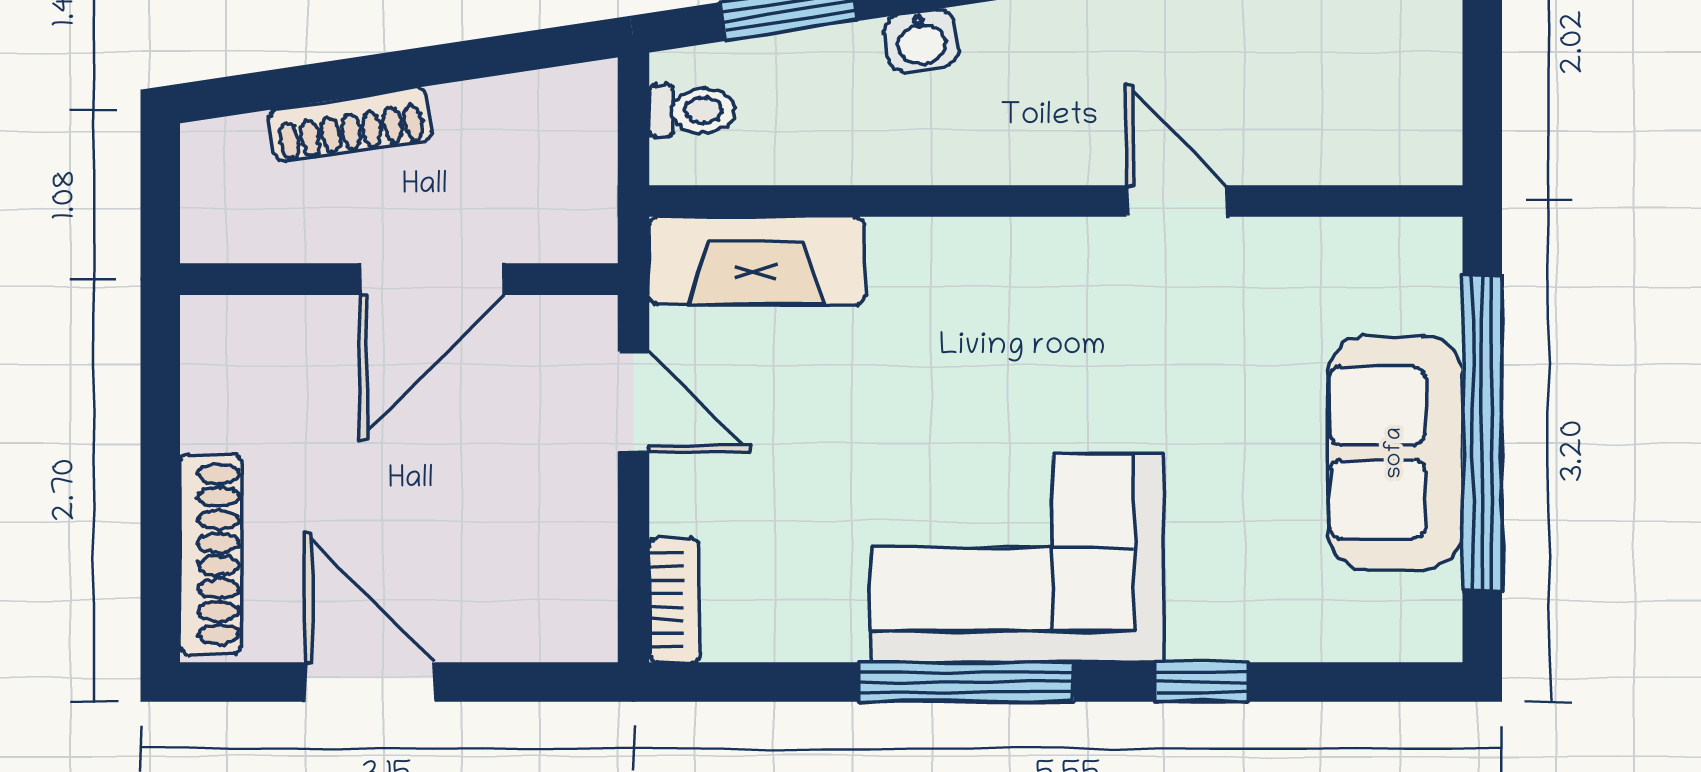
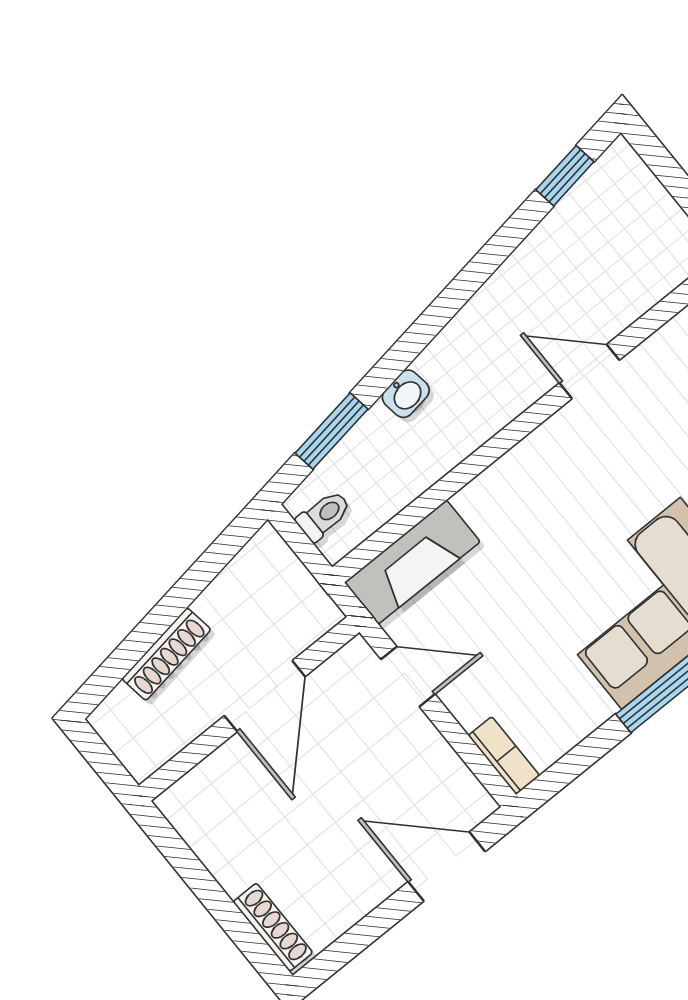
shoe rack: (211, 554) -> (273, 927), width x0.74, depth x0.81
door: (370, 682) -> (447, 867), moved

